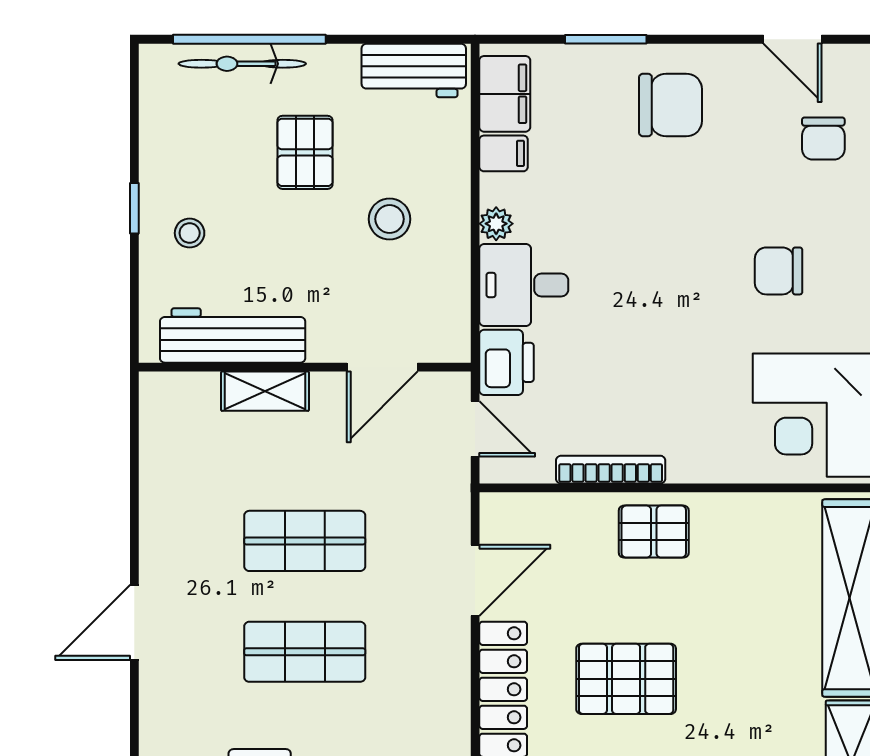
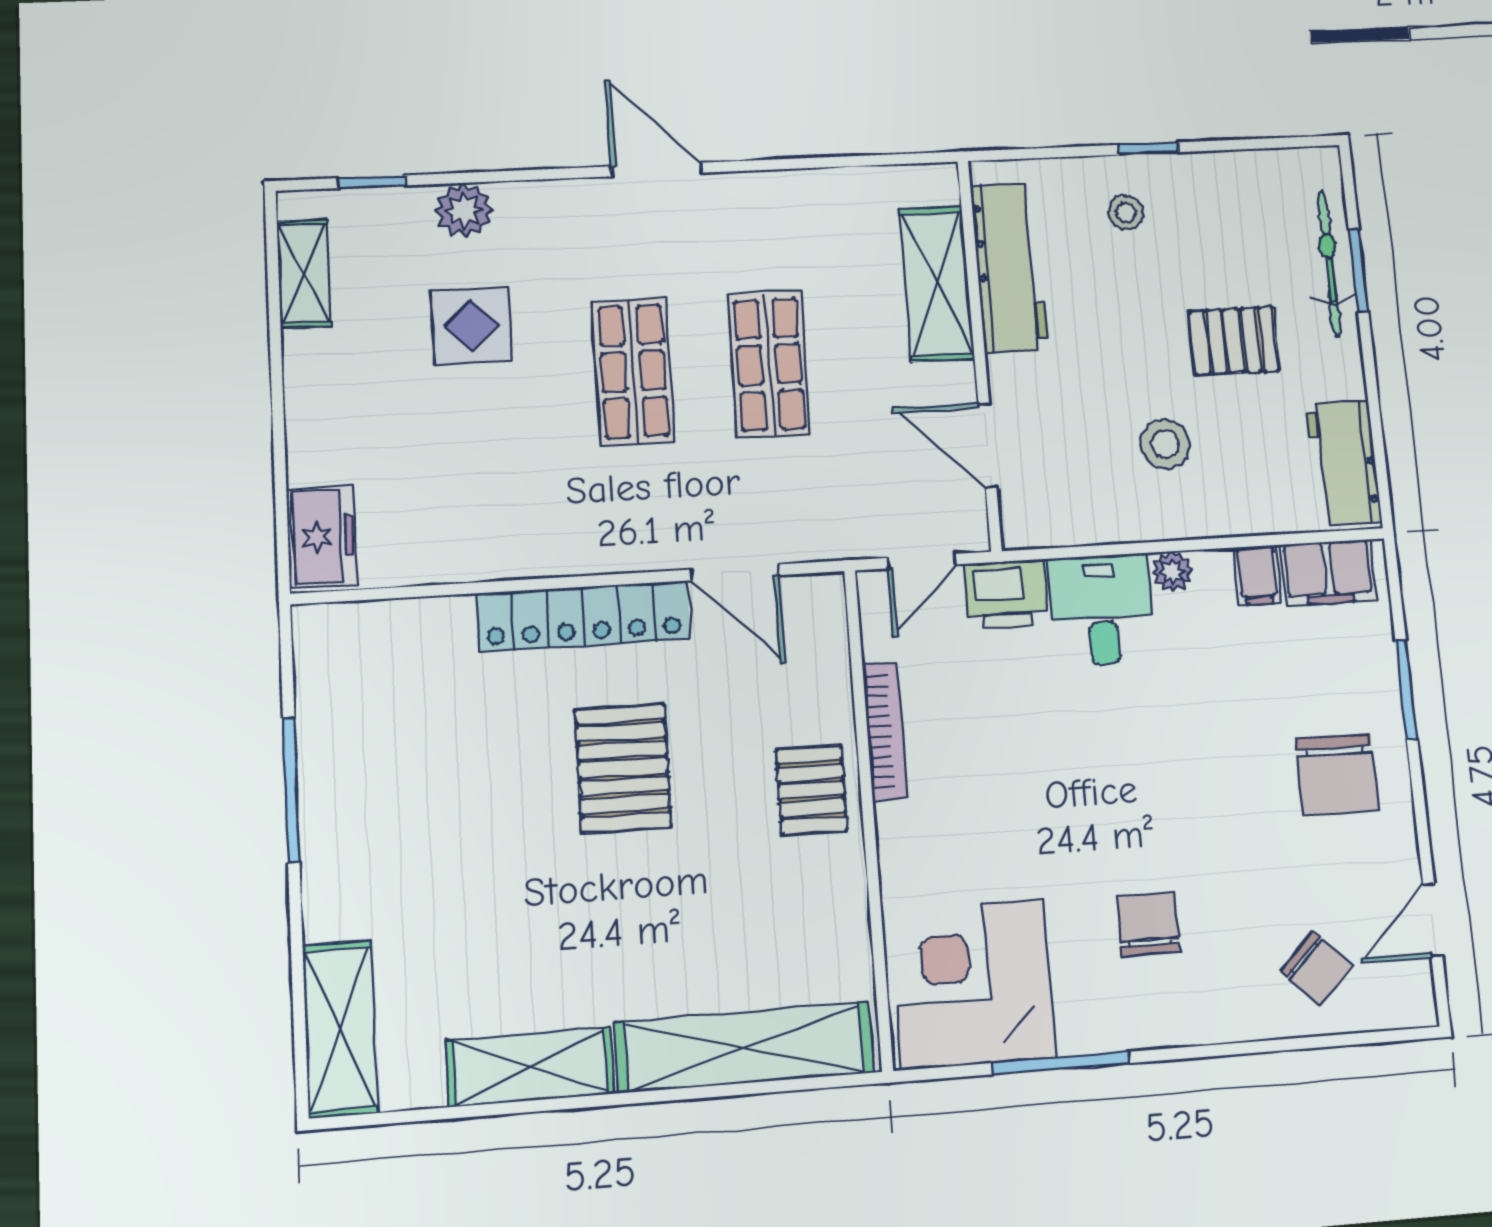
window: (249, 39) -> (1358, 270), width x0.47
chair: (823, 138) -> (1317, 969), turned -135
shelving: (265, 391) -> (937, 283), width x1.50, depth x1.33

